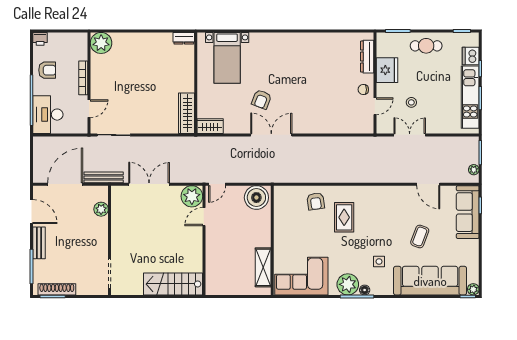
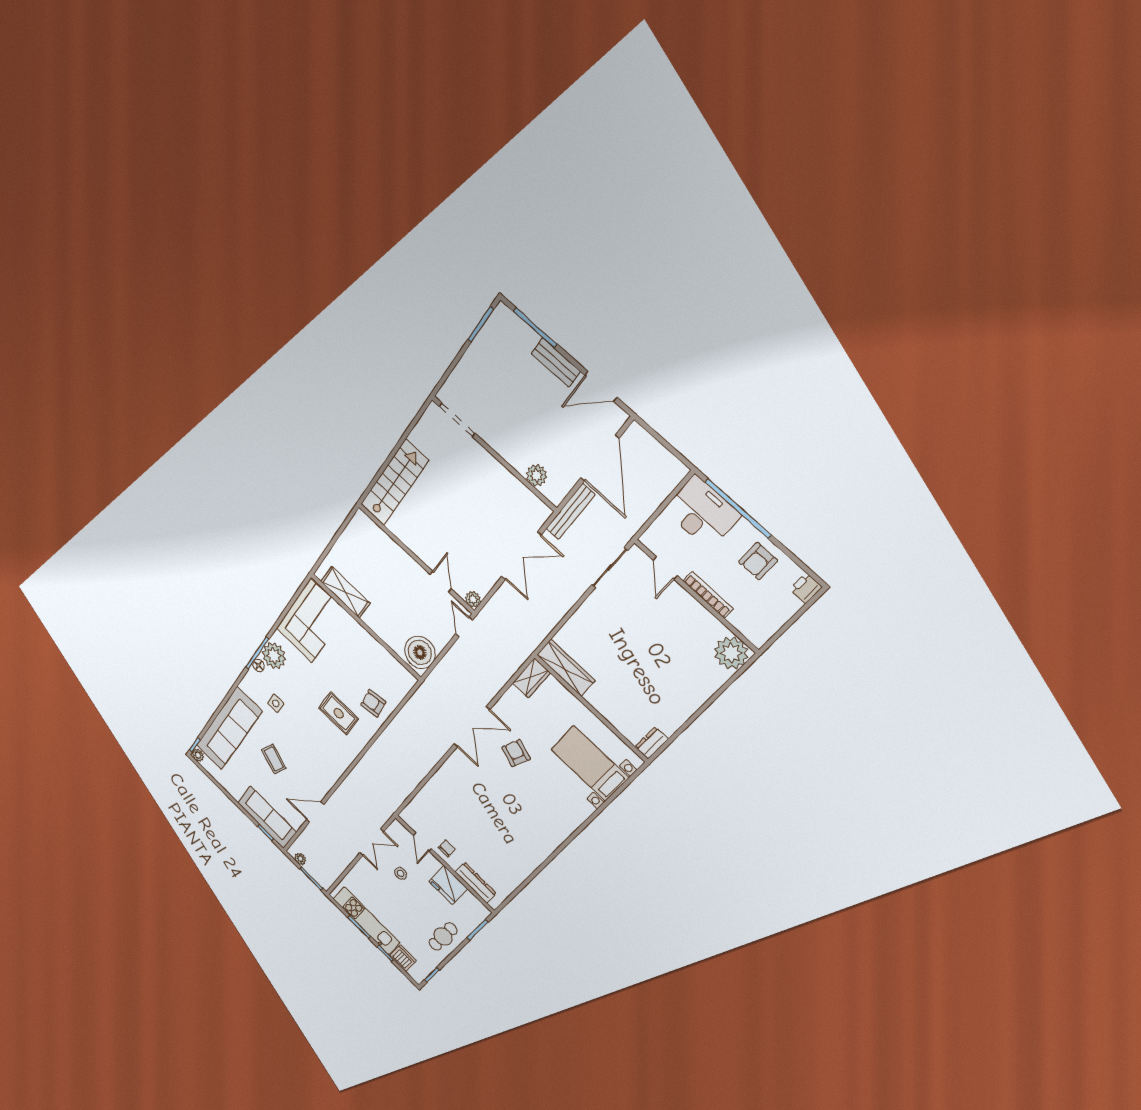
plant: (192, 196) -> (473, 599), width x0.53, depth x0.53
shoe rack: (57, 289) -> (485, 337), removed

